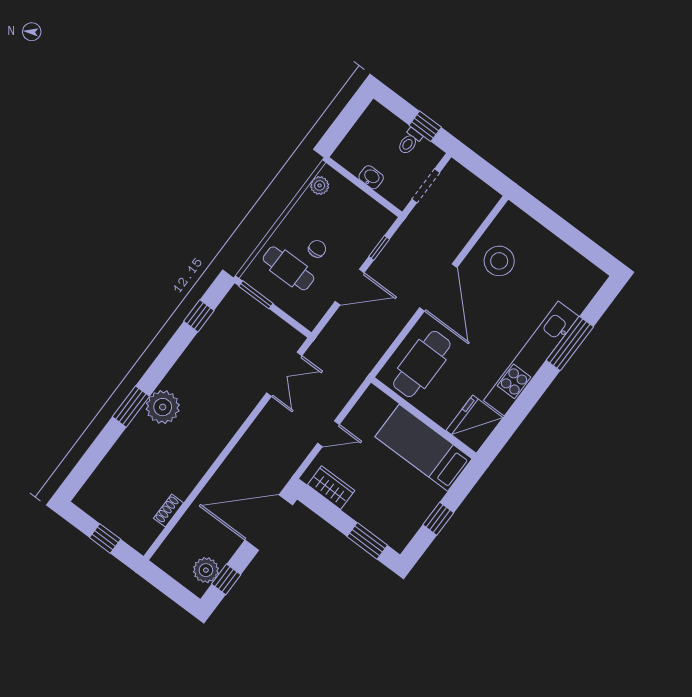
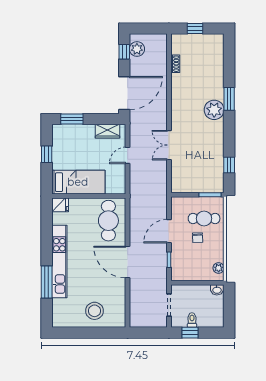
washbasin: (371, 177) -> (217, 290), moved
stool: (499, 261) -> (94, 311), moved
double door: (284, 374) -> (169, 145), moved
fridge: (474, 424) -> (60, 205), width x0.53, depth x0.75

